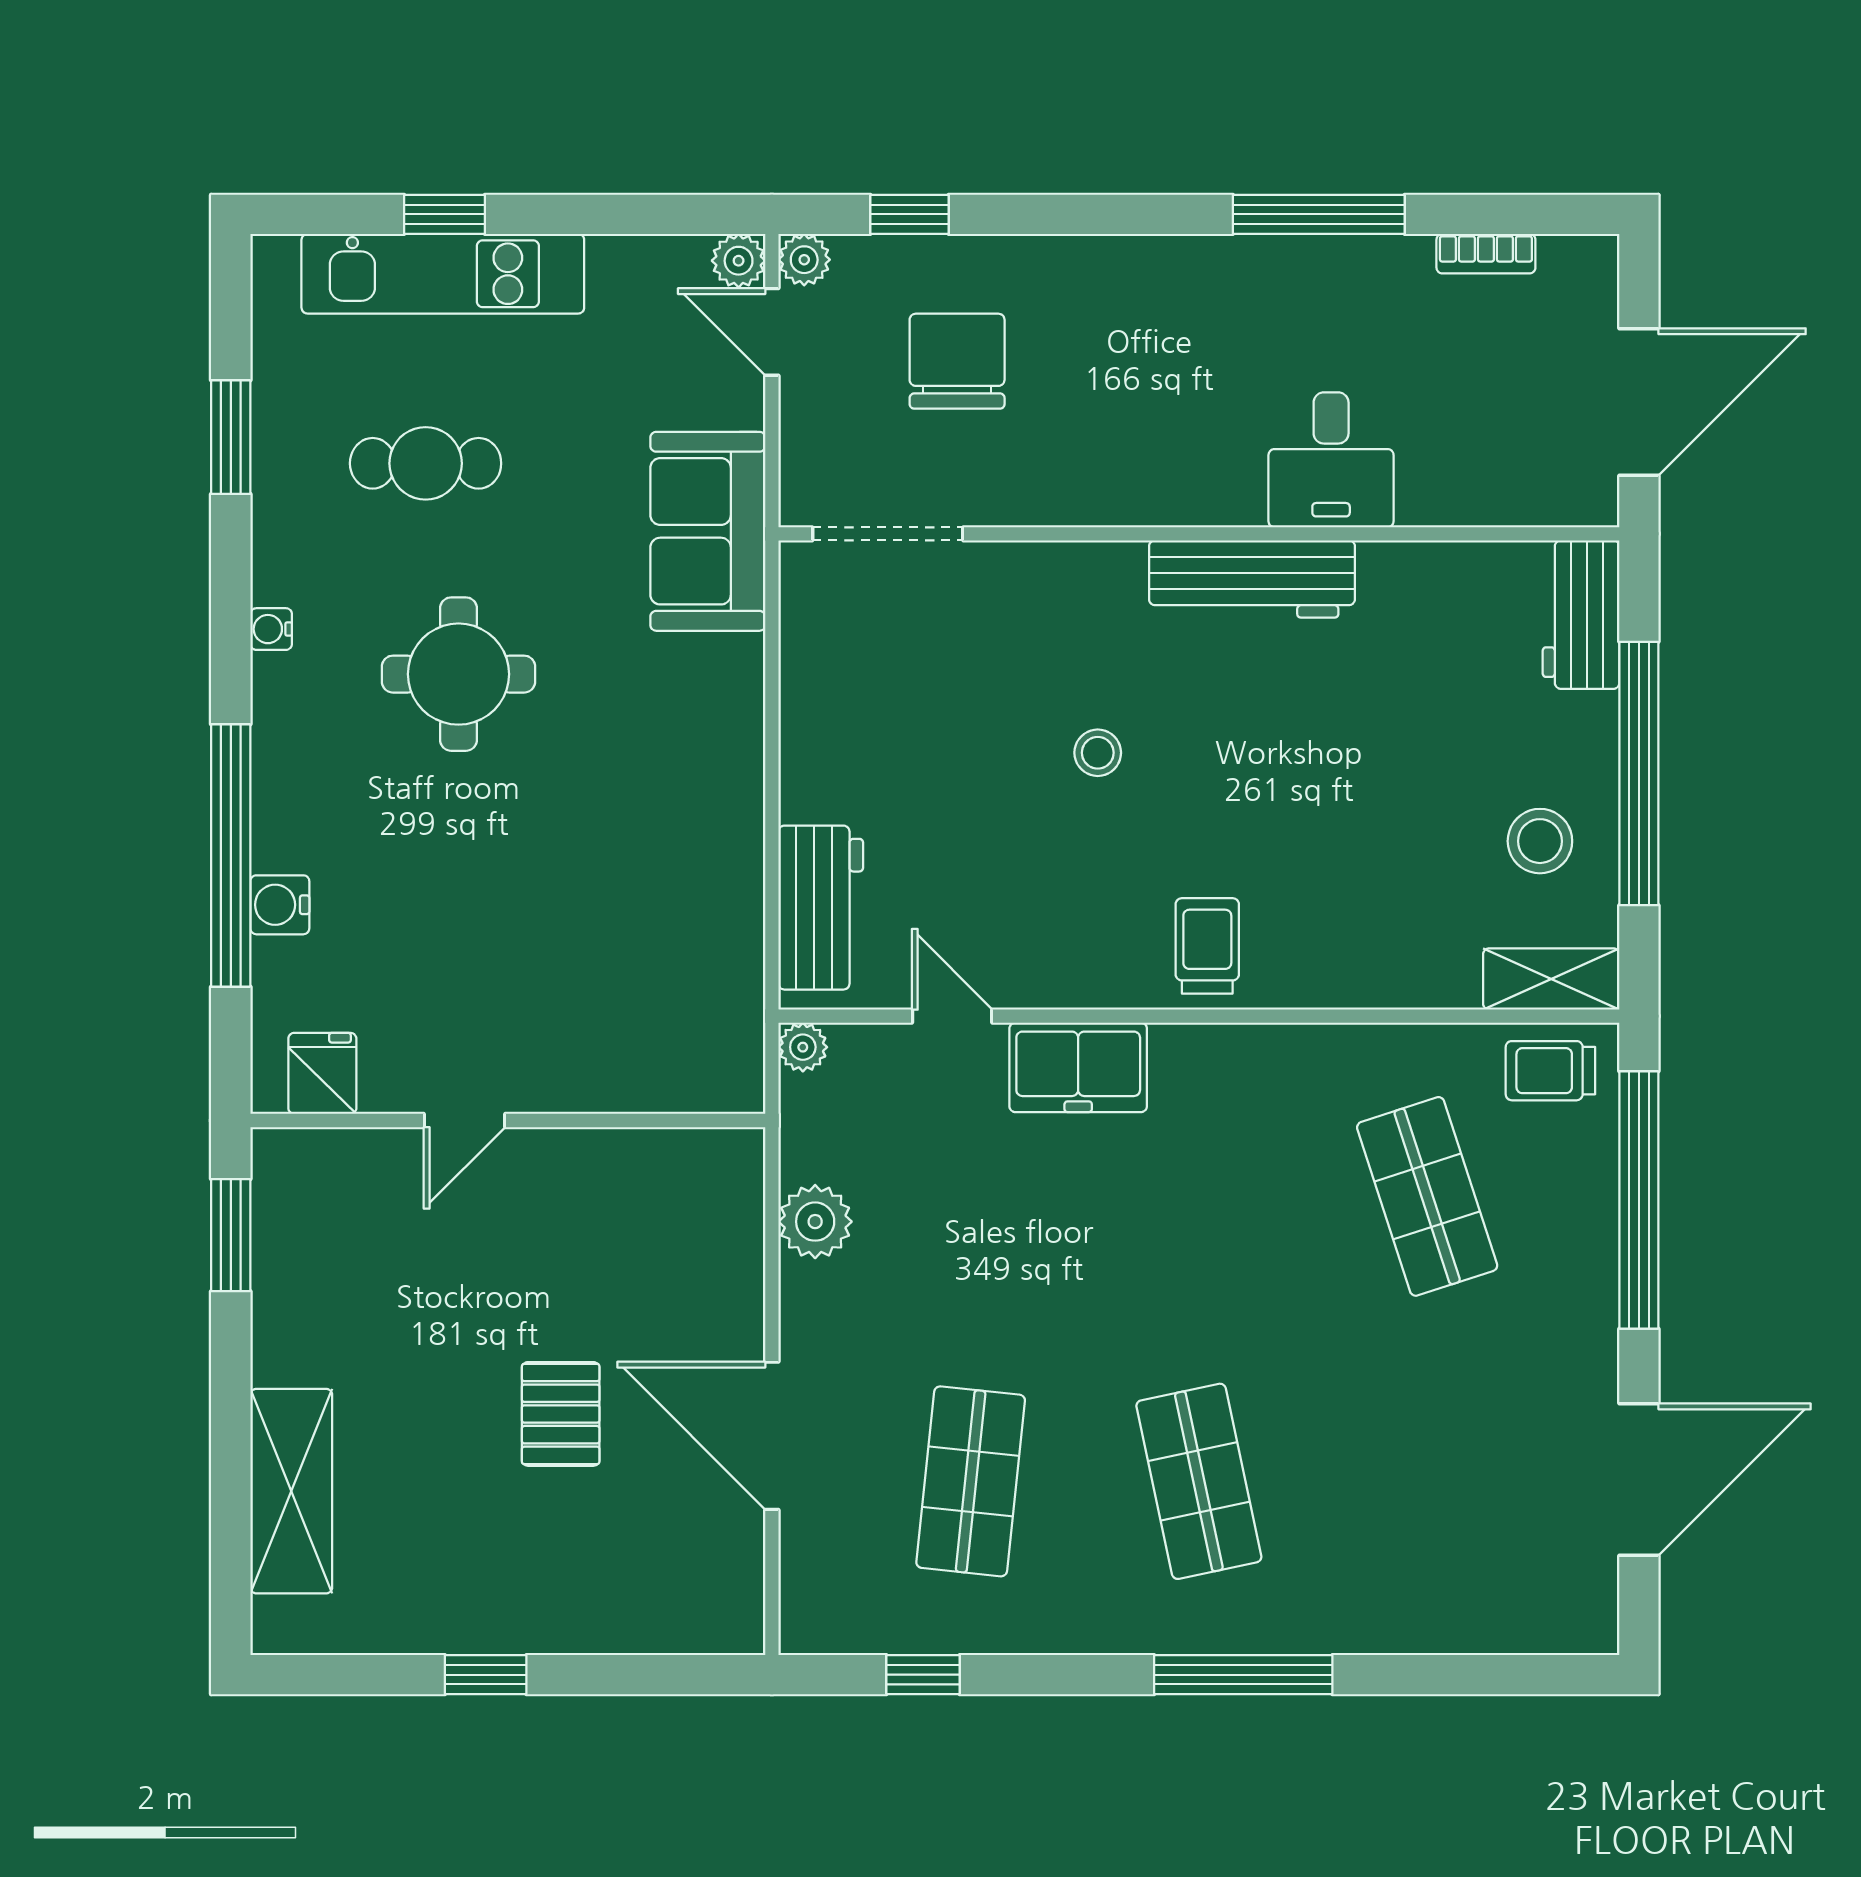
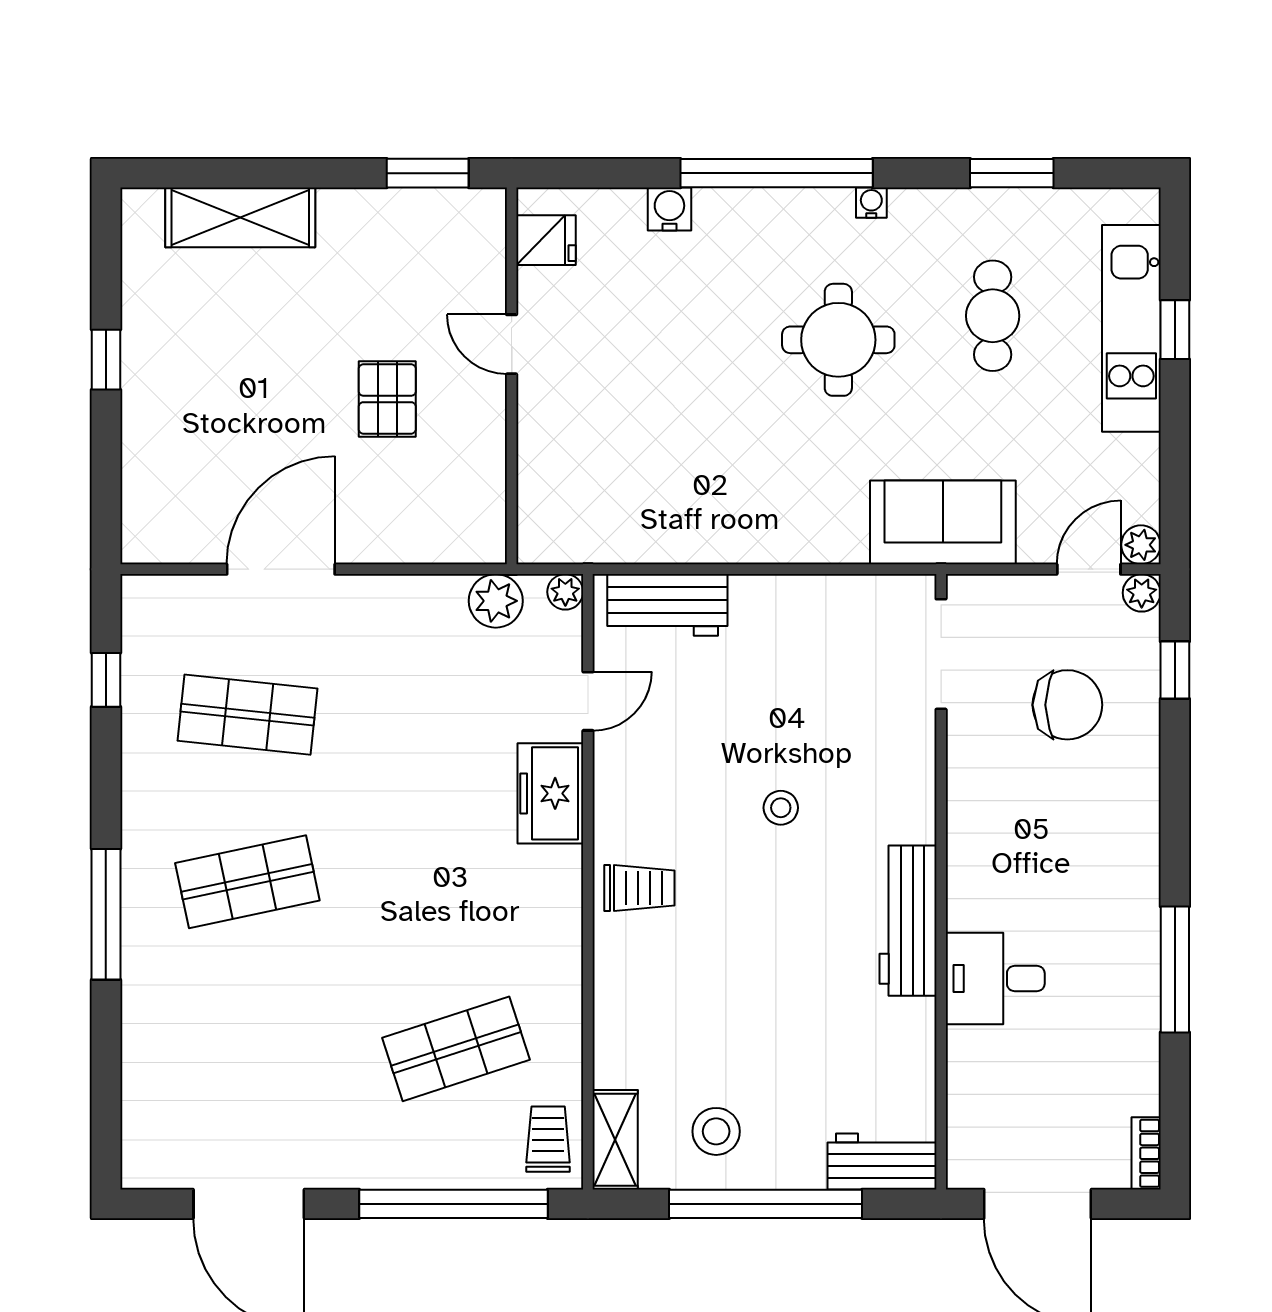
bookcase: (1486, 254) -> (1146, 1153), moved
window: (231, 855) -> (777, 173), moved
plant: (815, 1222) -> (496, 601), moved
pallet: (561, 1414) -> (387, 399), moved, turned 90

